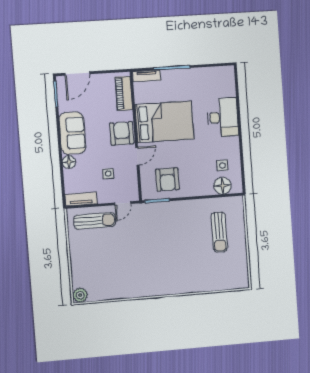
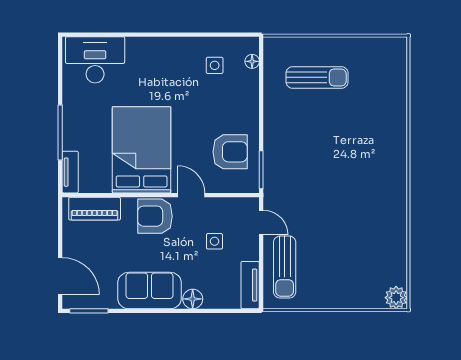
desk: (223, 117) -> (95, 60), moved
floor lamp: (222, 186) -> (252, 61), width x0.53, depth x0.53
sun lounger: (95, 221) -> (285, 267), turned 180

